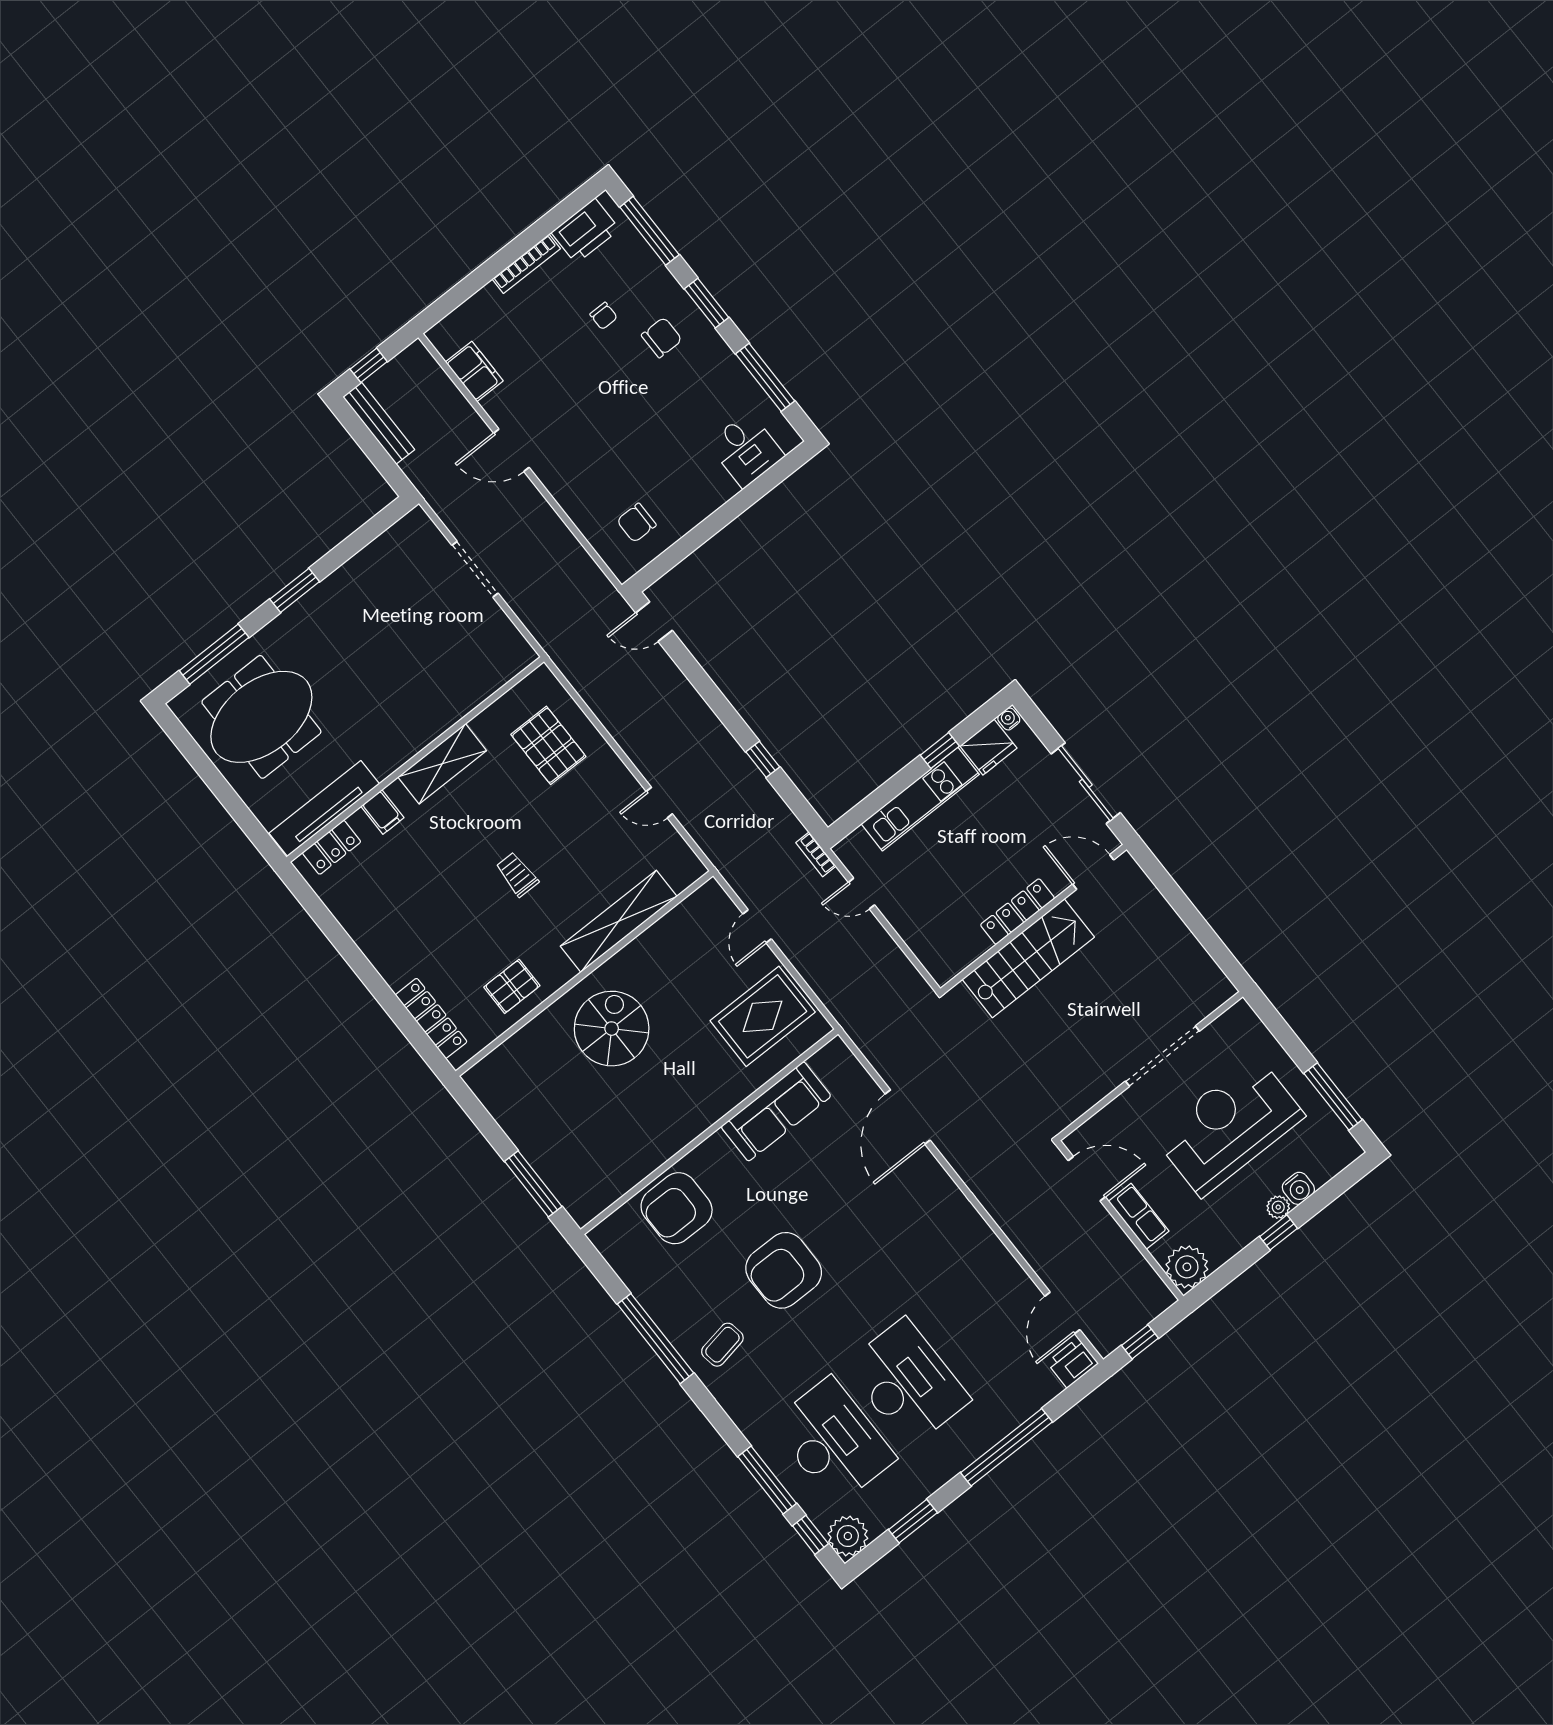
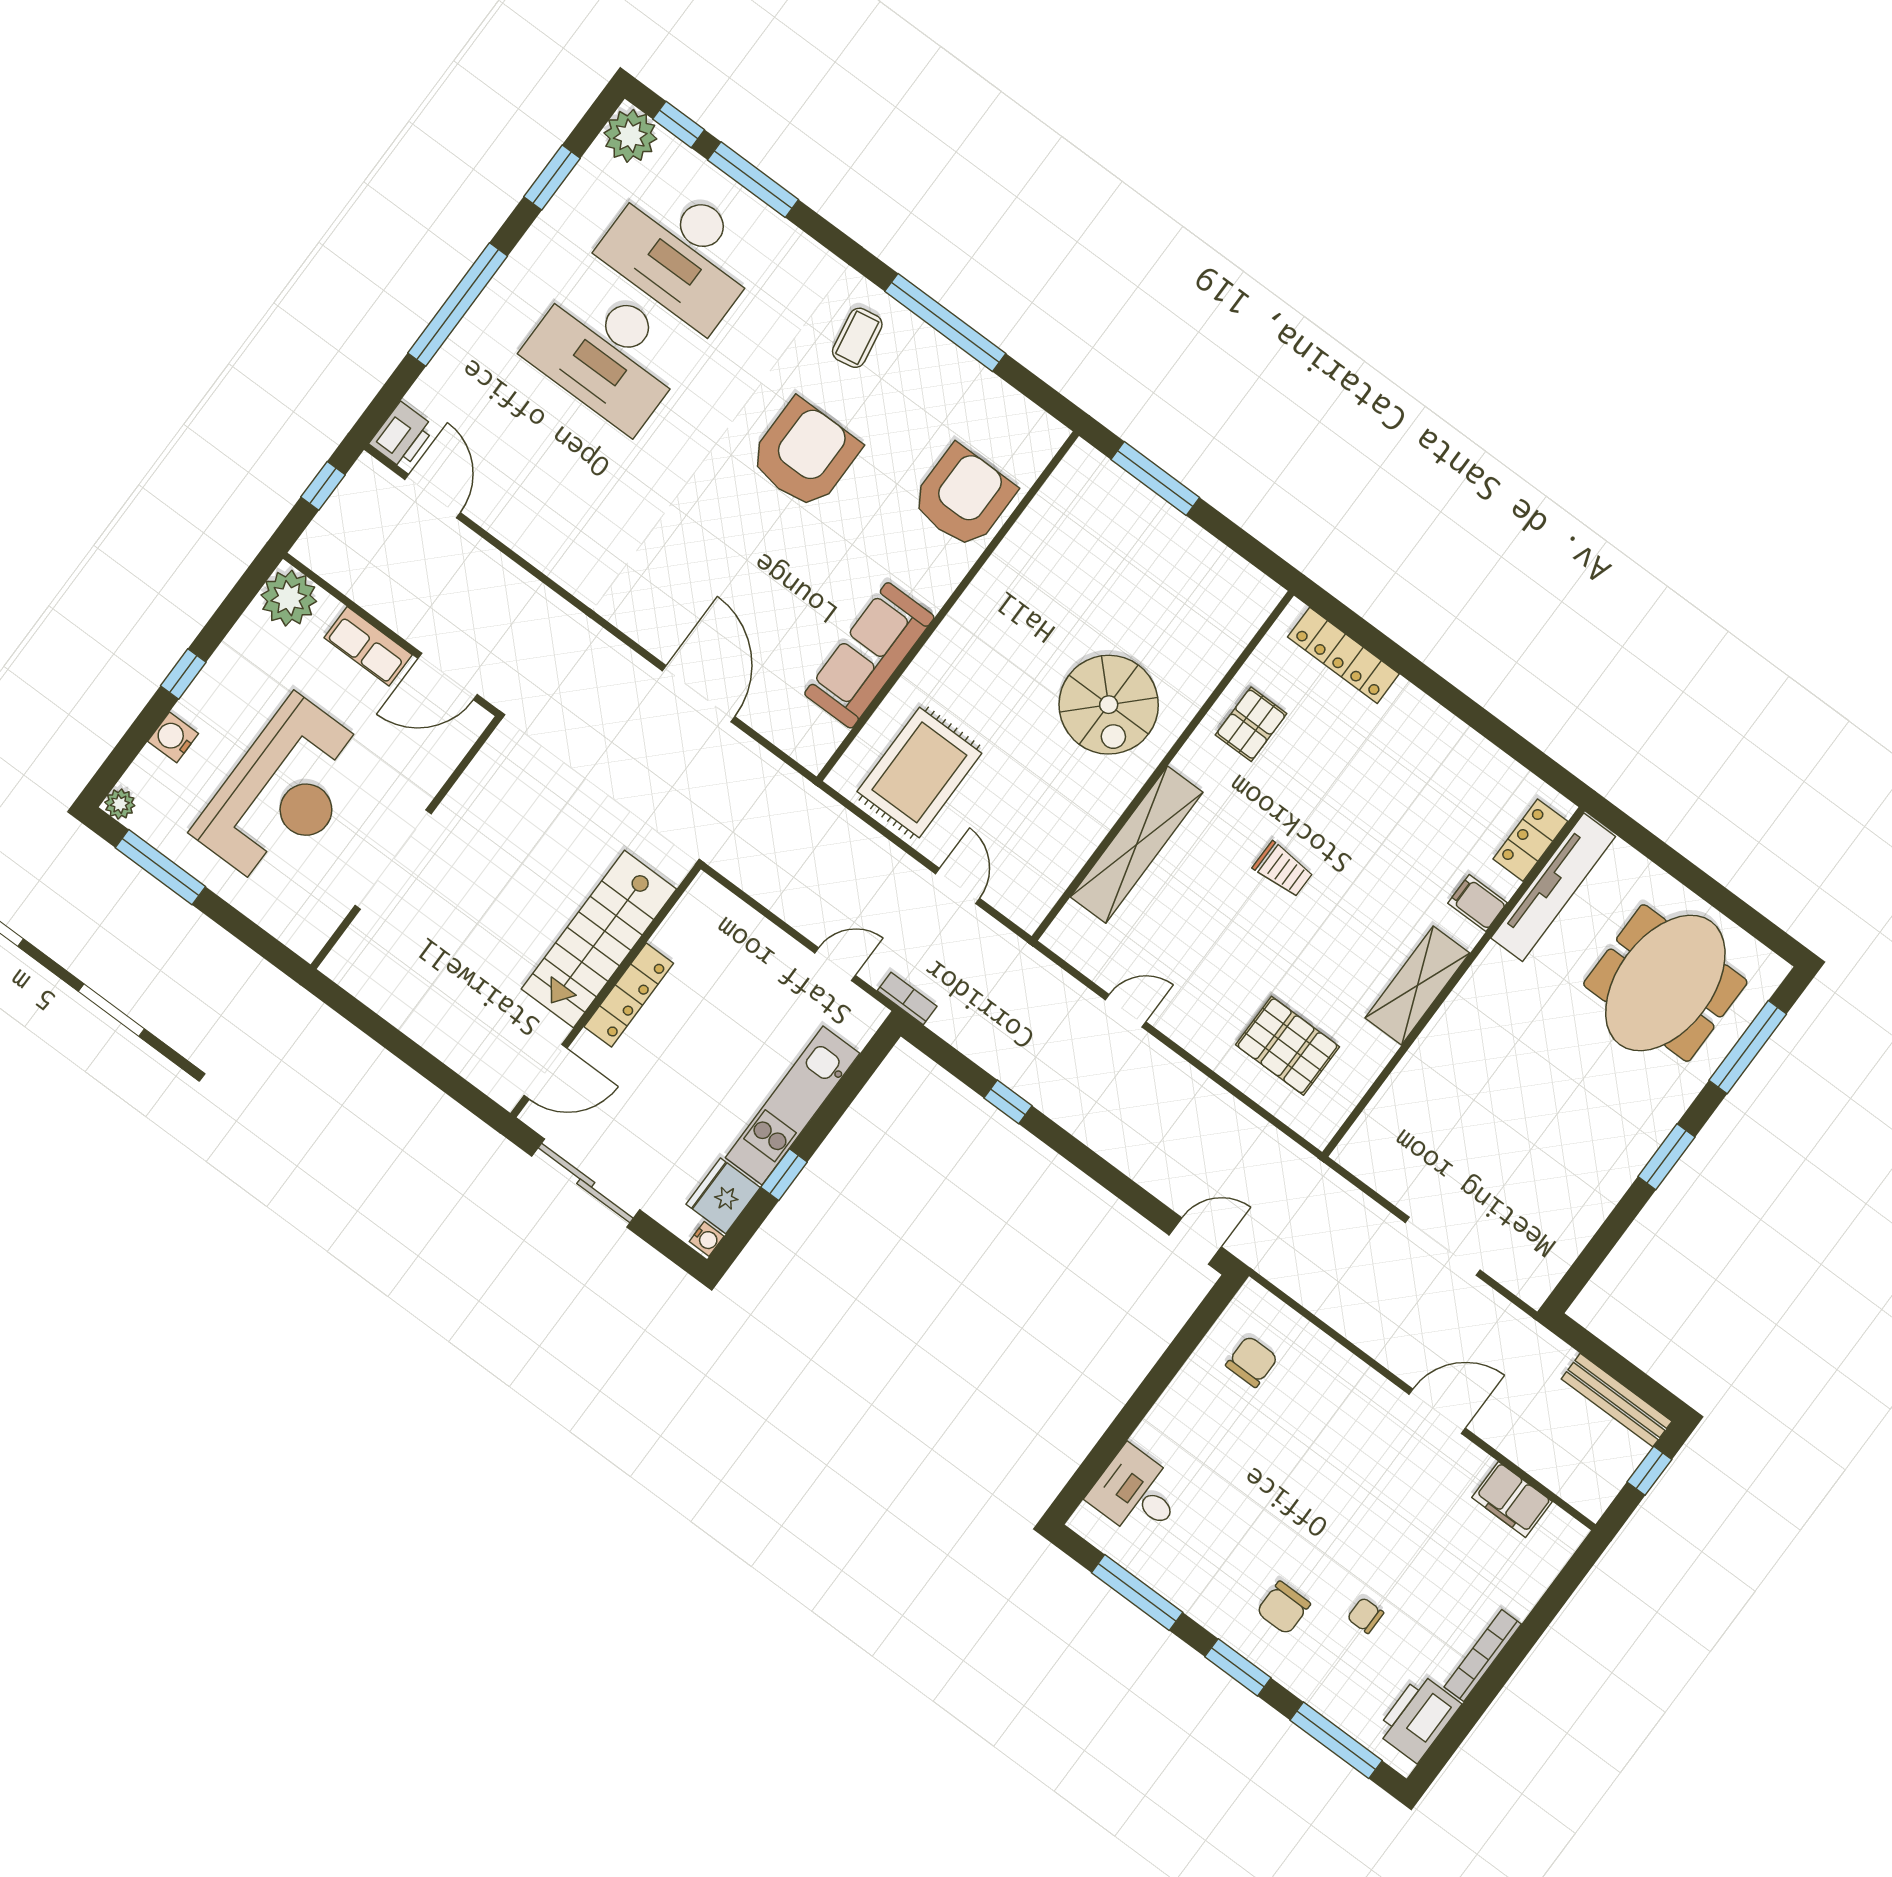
plant: (1278, 1207) -> (120, 804), moved

